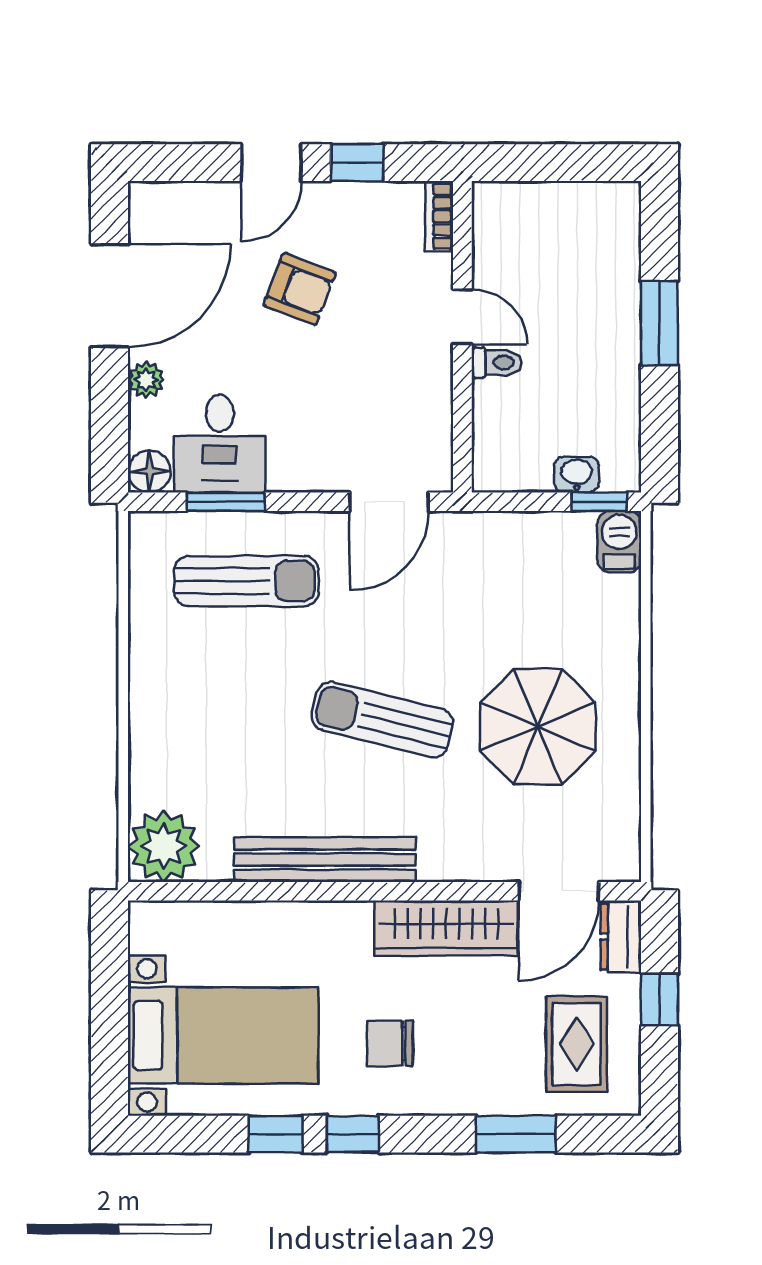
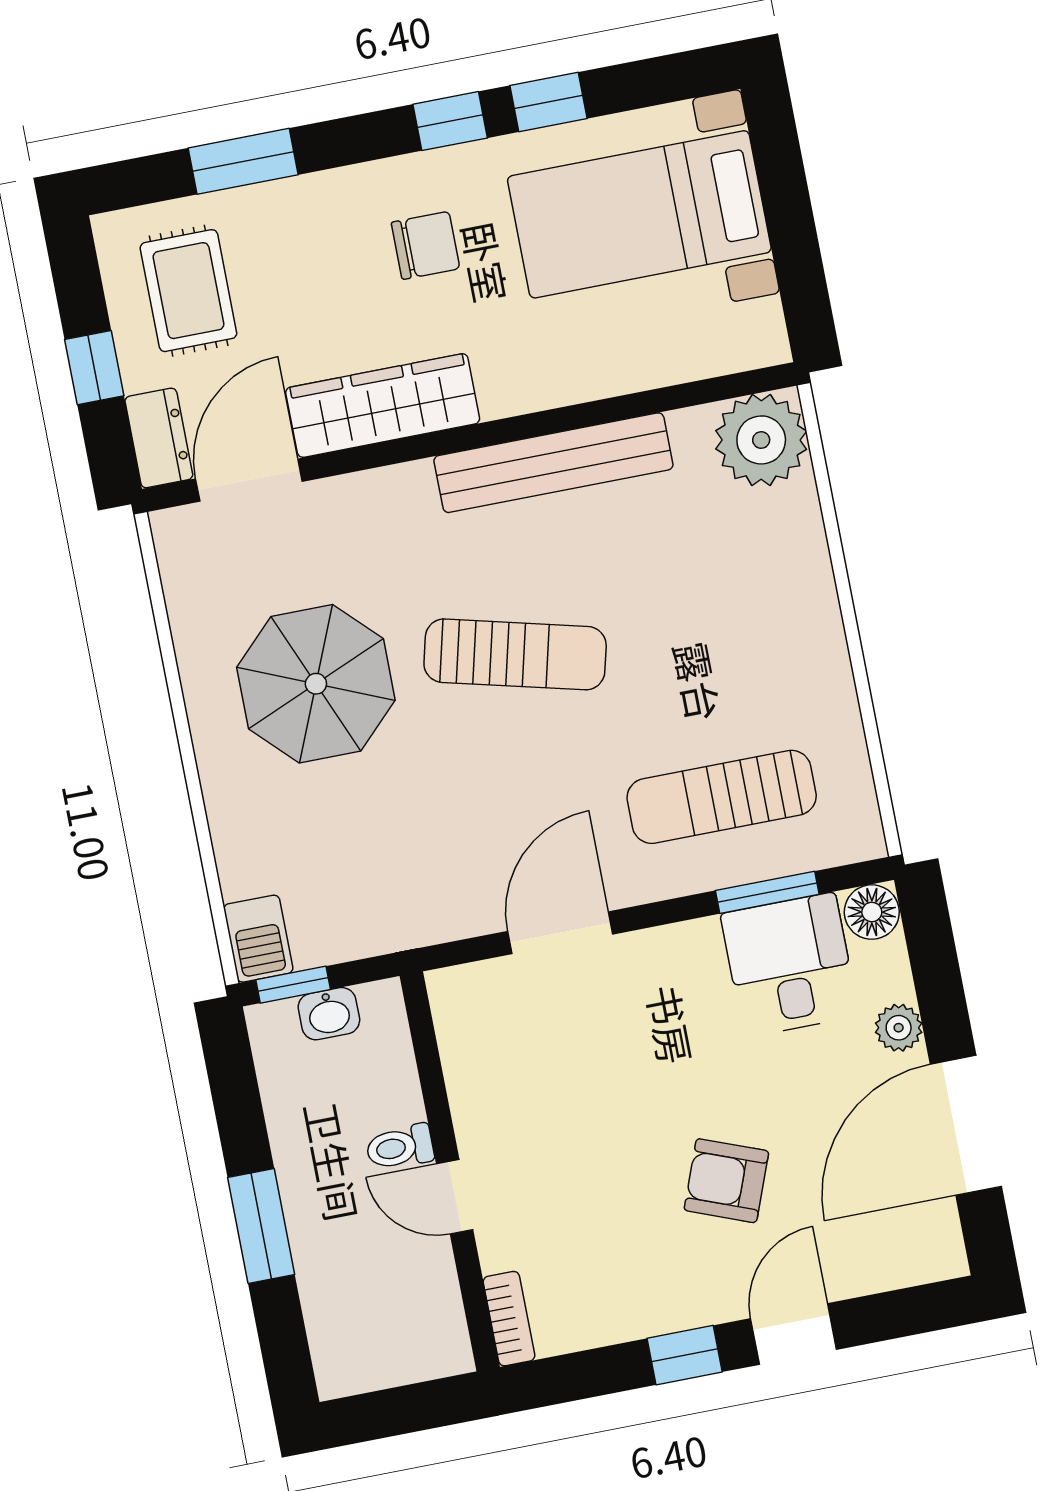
bookcase: (439, 216) -> (509, 1319), moved
door: (462, 317) -> (455, 1197), moved
wall: (462, 337) -> (450, 1171), moved
toilet: (497, 363) -> (400, 1147), moved

